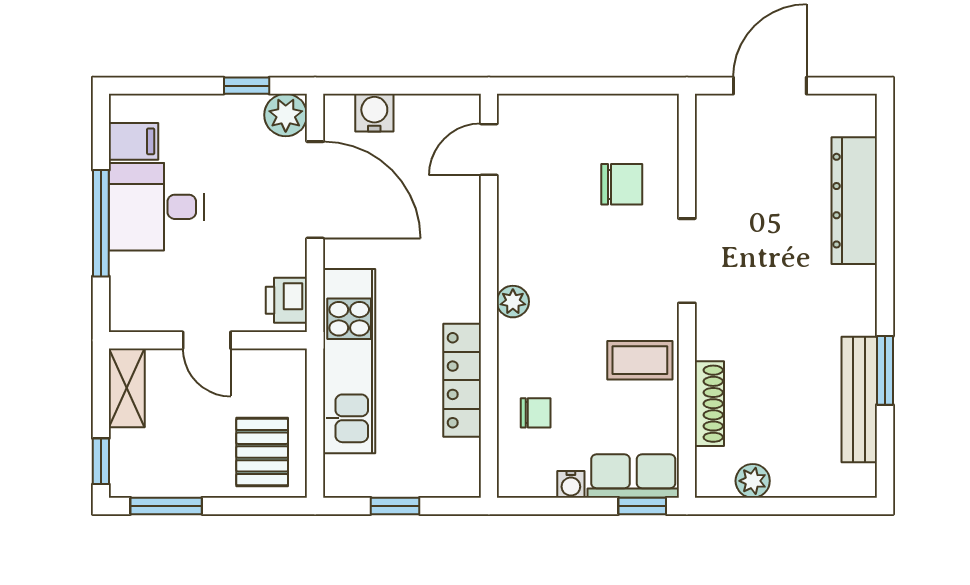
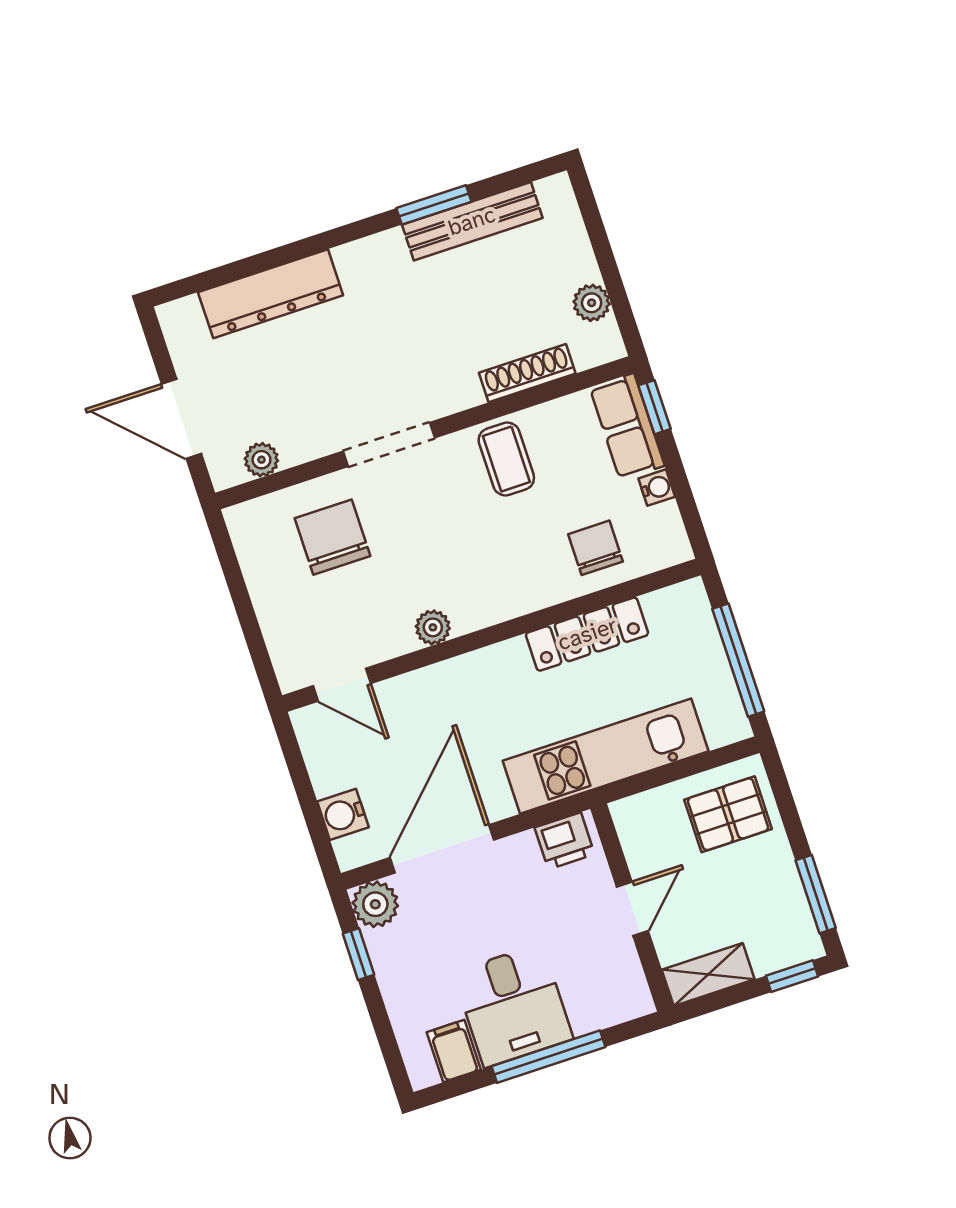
plant: (711, 144) -> (261, 460), added
chair: (622, 184) -> (332, 537), width x1.37, depth x1.37
plant: (513, 302) -> (433, 627), moved
chair: (536, 413) -> (595, 548), width x1.37, depth x1.37
window: (395, 506) -> (738, 660), width x2.17

